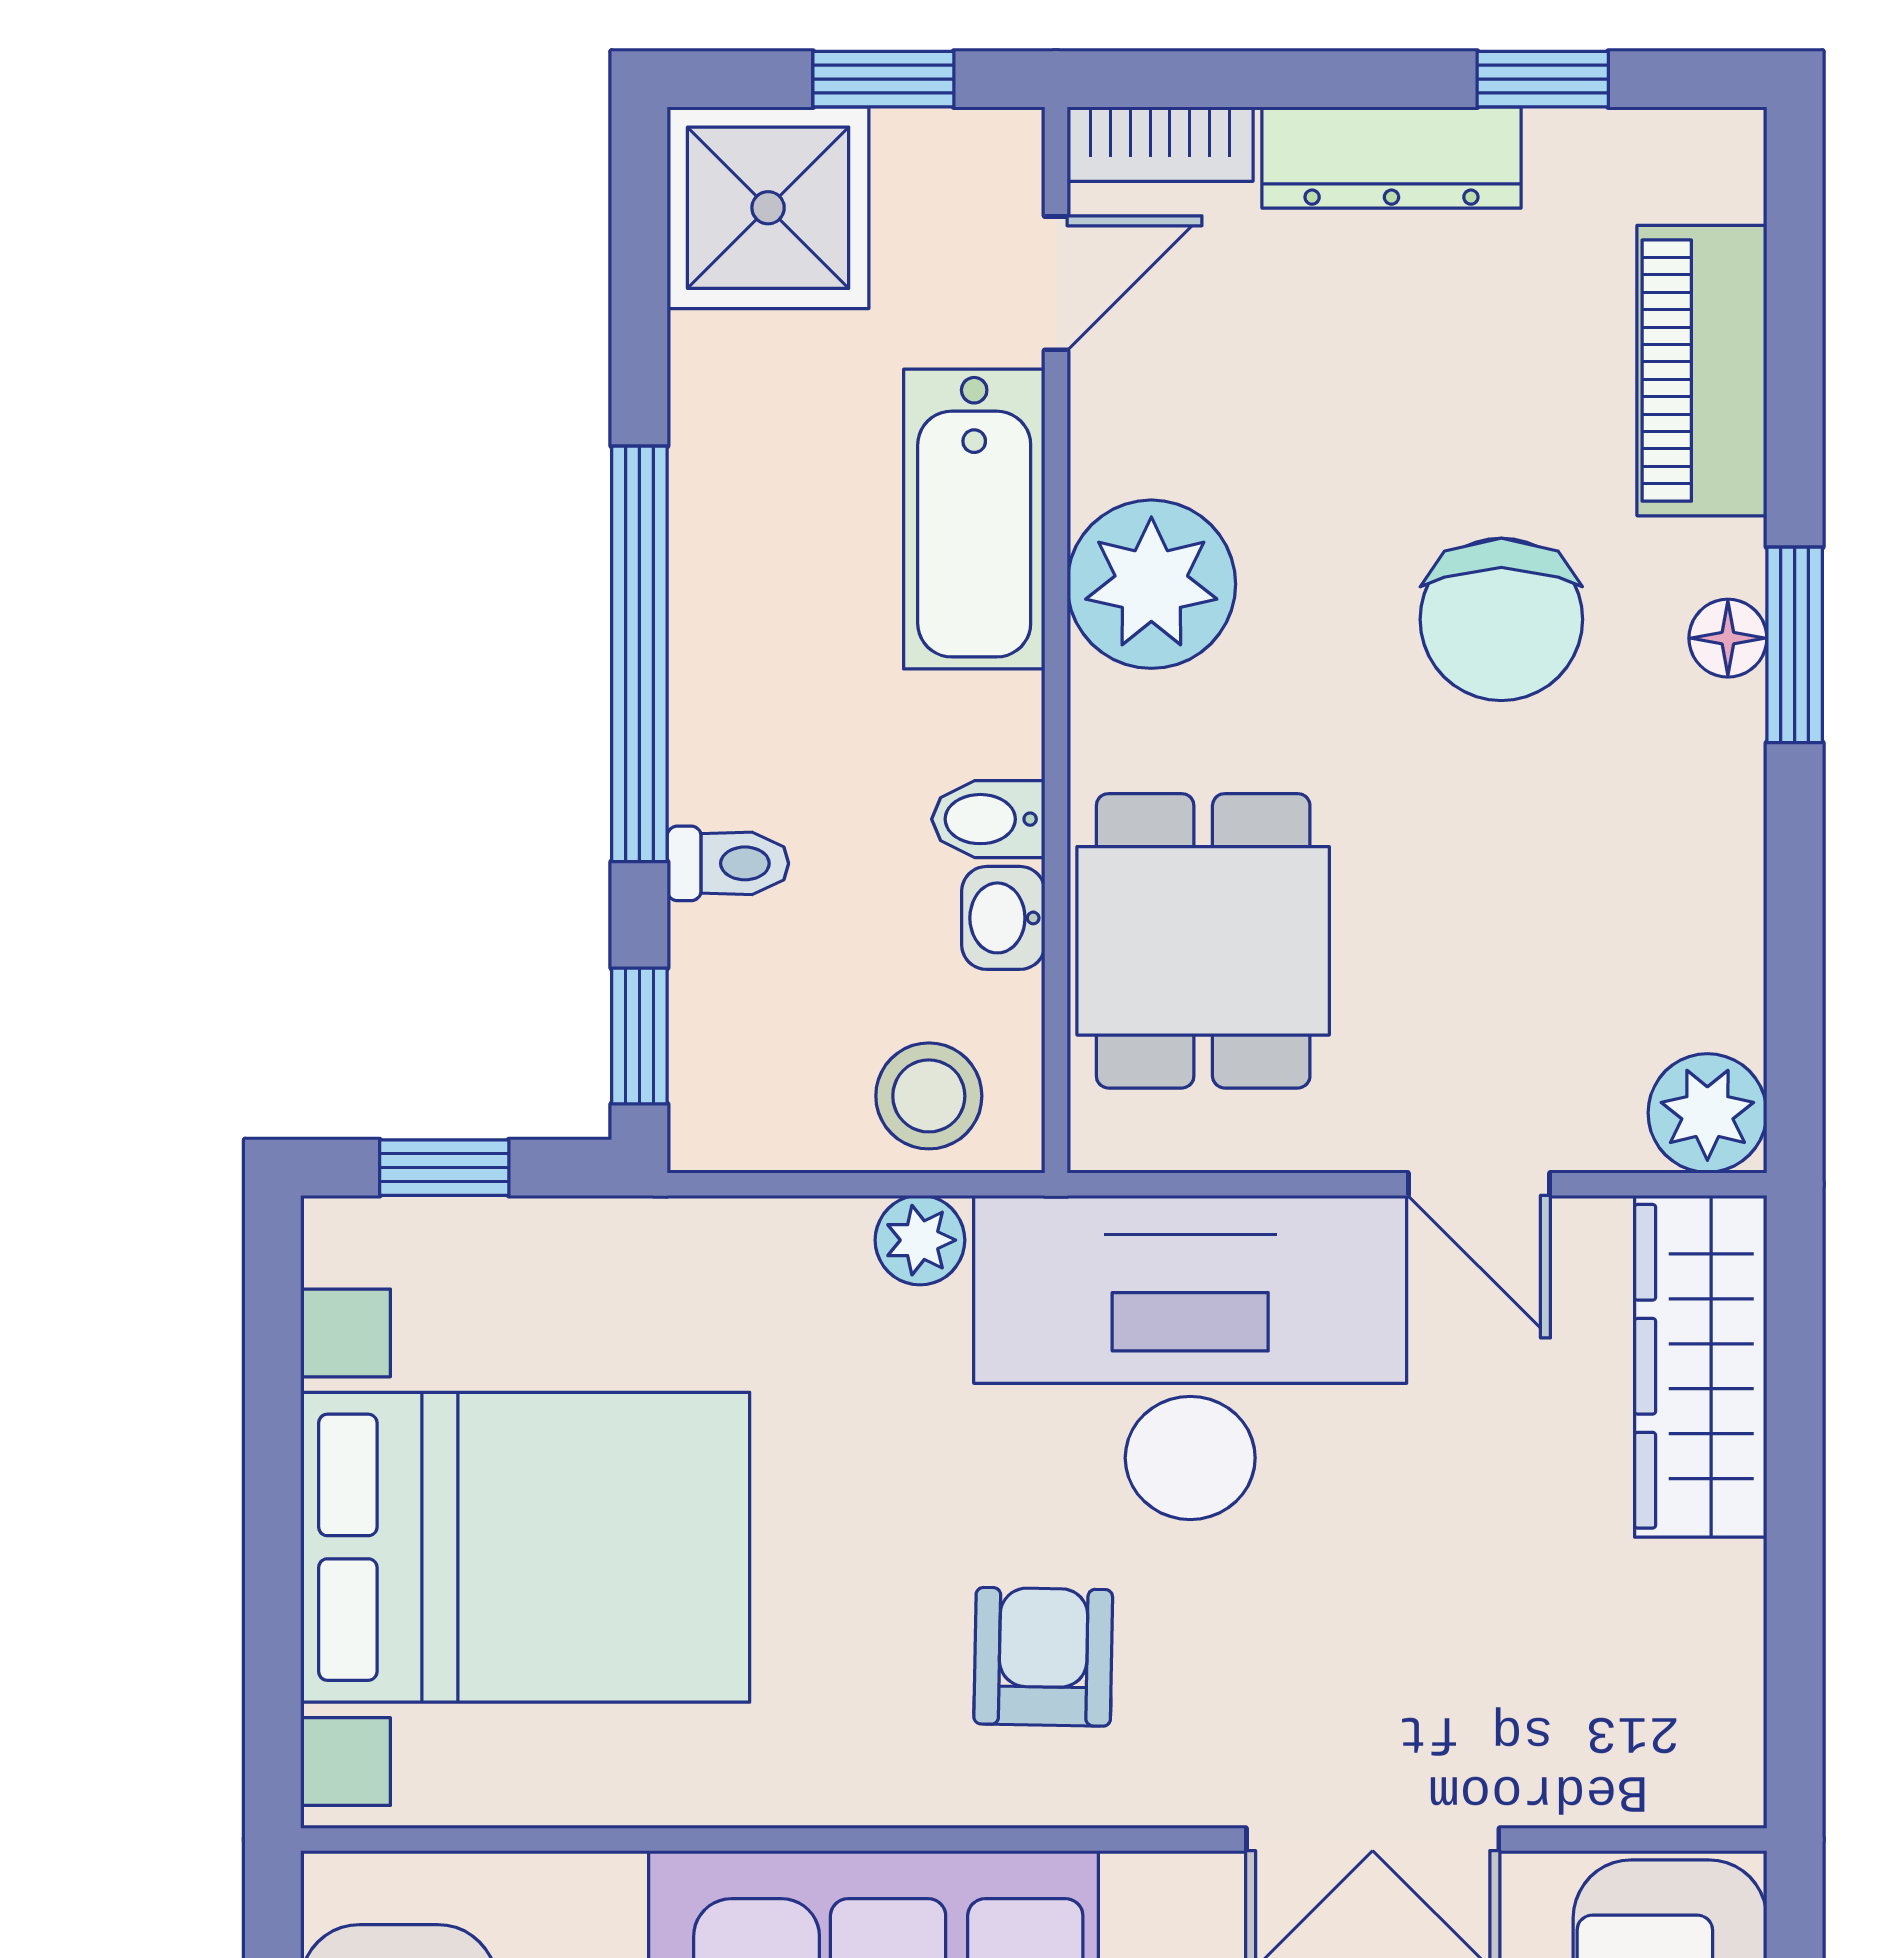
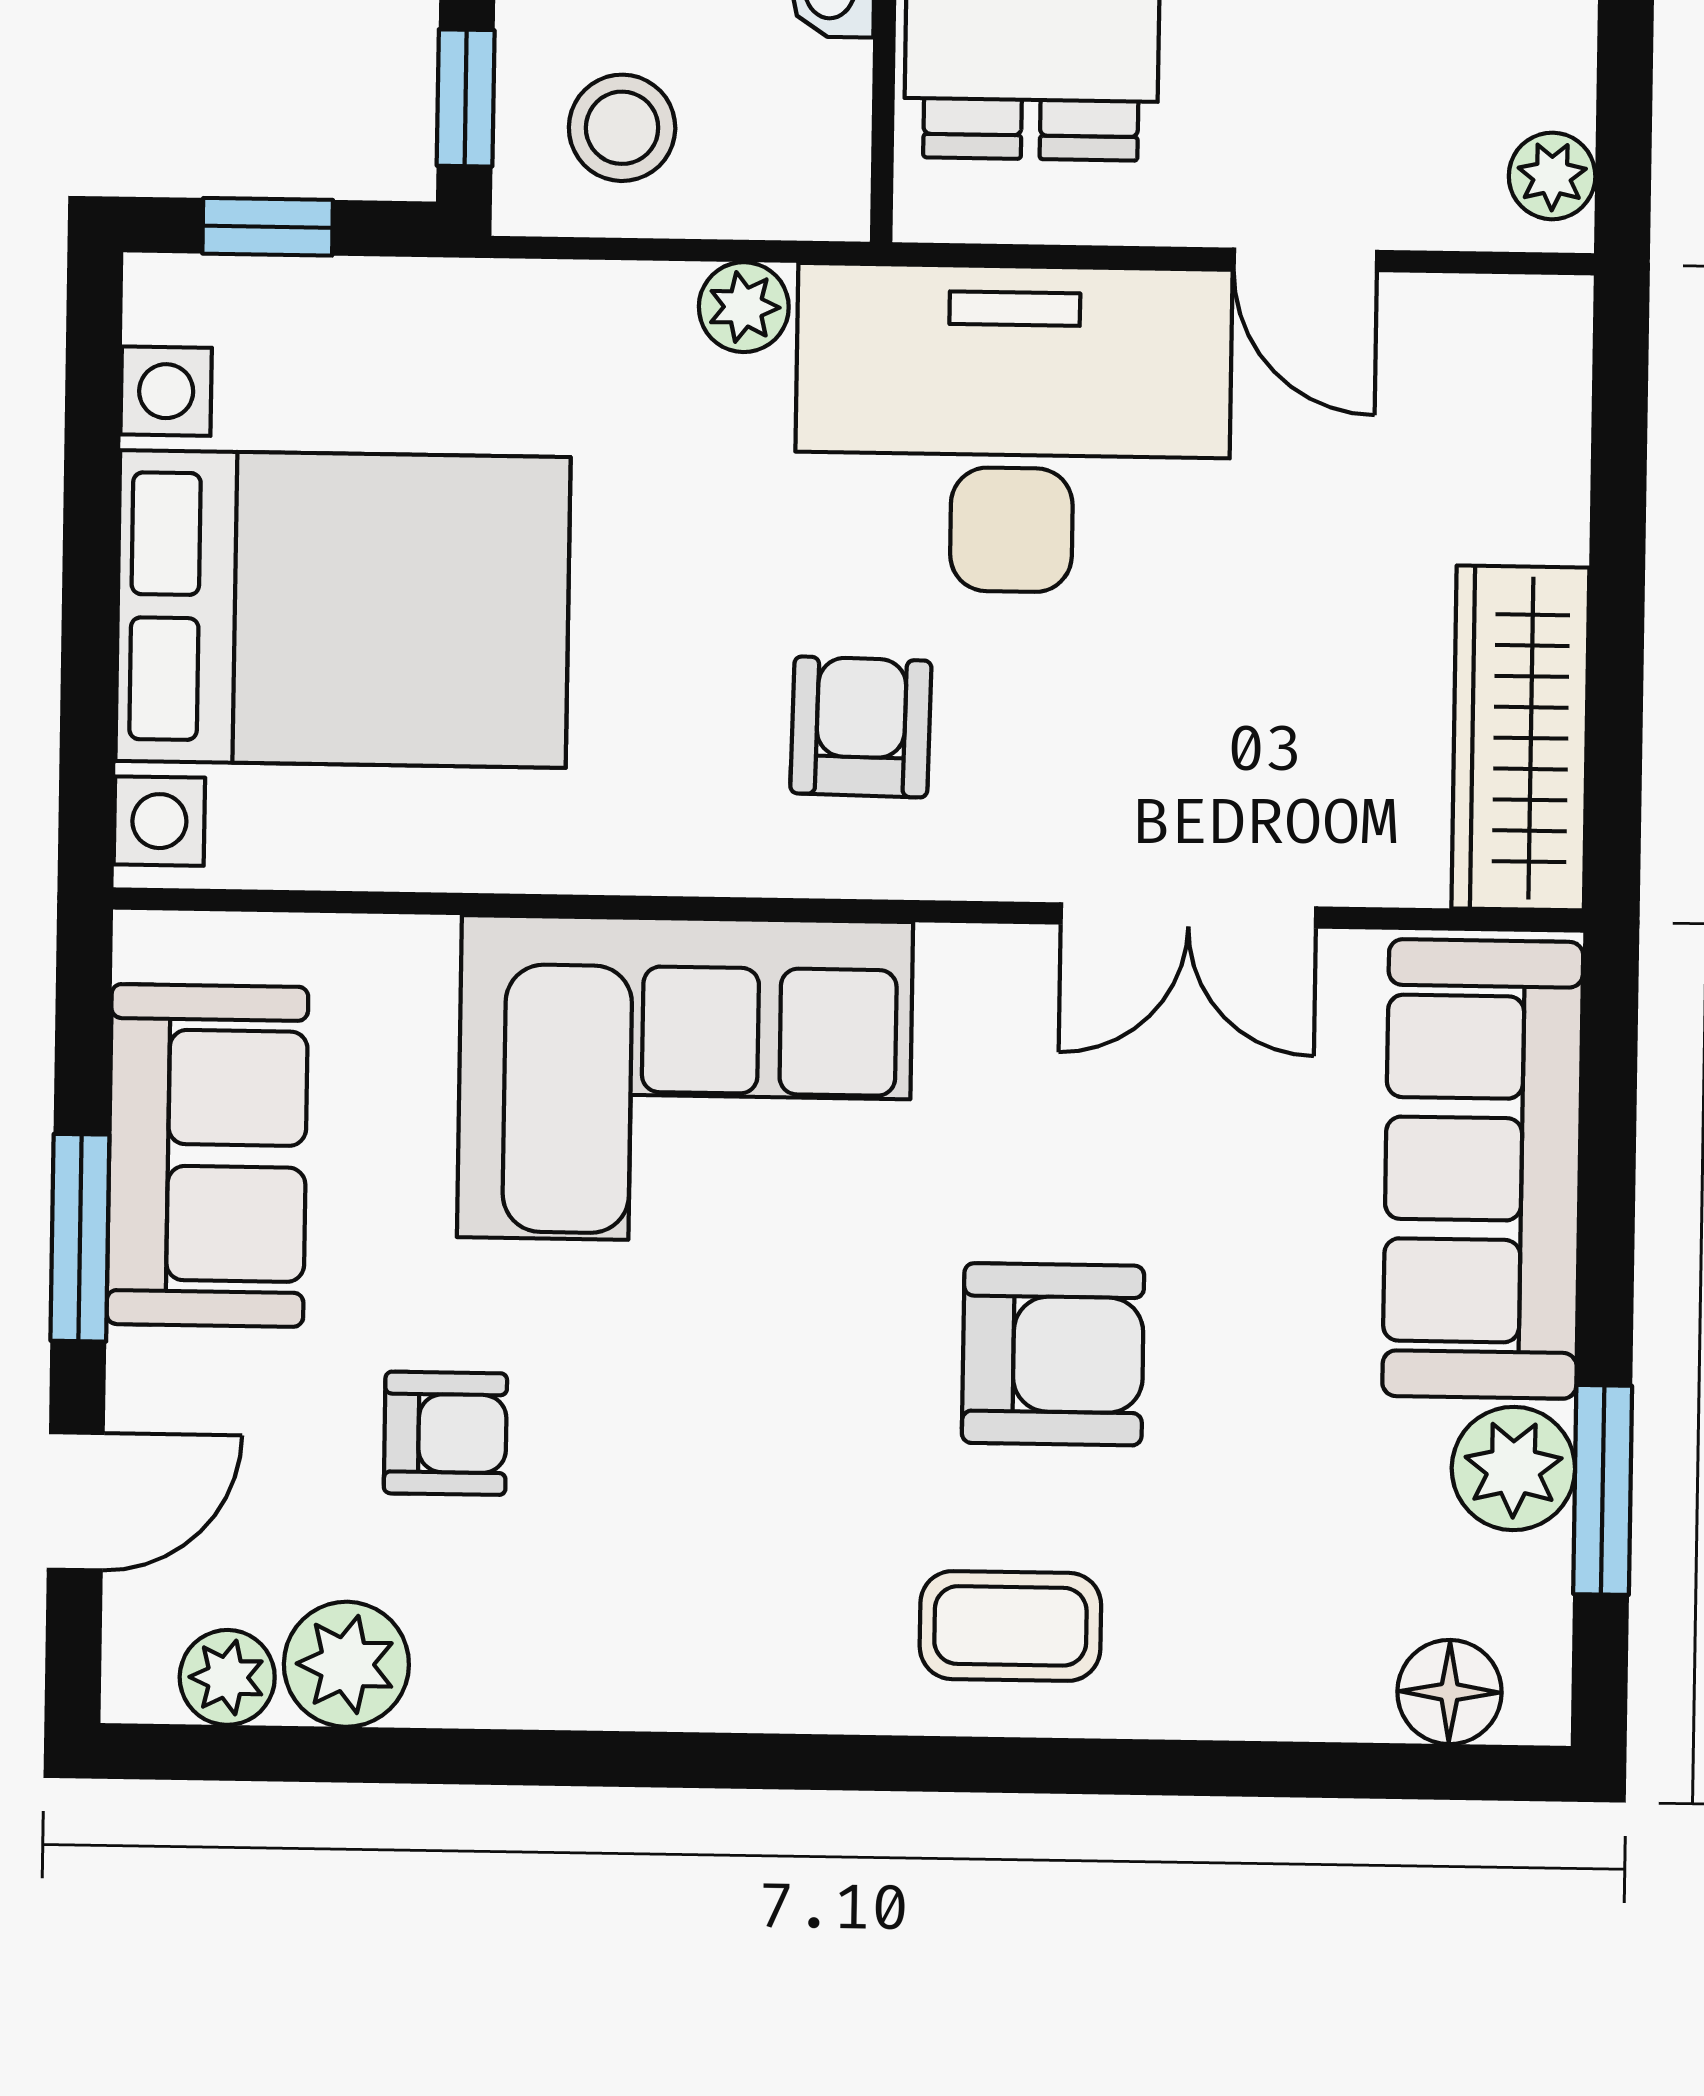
stool: (929, 1096) -> (622, 128), moved
plant: (1707, 1113) -> (1552, 176), width x0.73, depth x0.73
wardrobe: (1701, 1366) -> (1520, 738), moved

